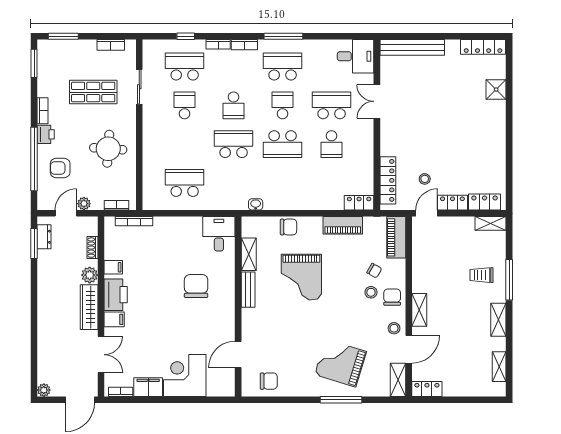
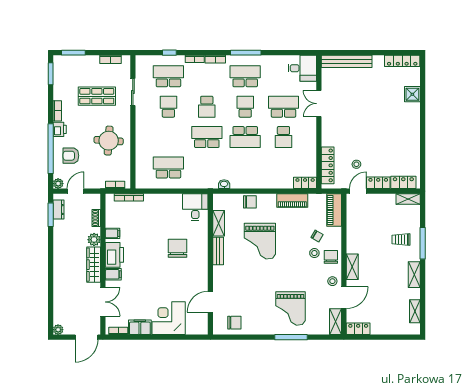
plant: (84, 204) -> (58, 184), moved
grand piano: (340, 363) -> (290, 308), turned -107

